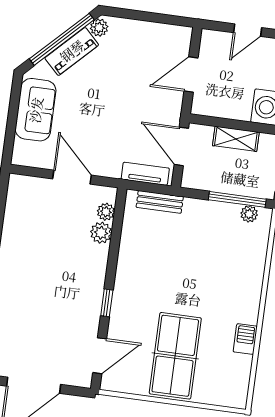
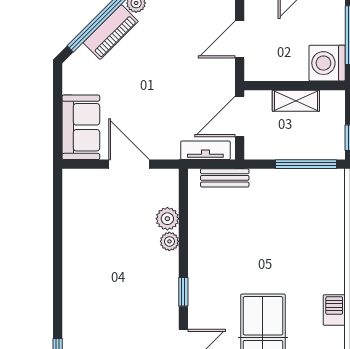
sofa: (36, 110) -> (81, 127), moved
door: (181, 146) -> (240, 116), hinge flipped
plant: (106, 212) -> (169, 241), moved
plant: (249, 214) -> (321, 178), removed

